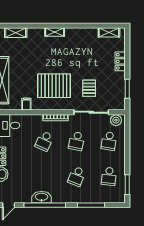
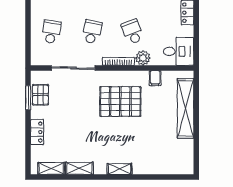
shelving: (16, 33) -> (79, 168), moved
pallet: (89, 88) -> (40, 95), moved
plant: (116, 120) -> (143, 58), moved
school desk: (44, 141) -> (133, 32), turned -45

